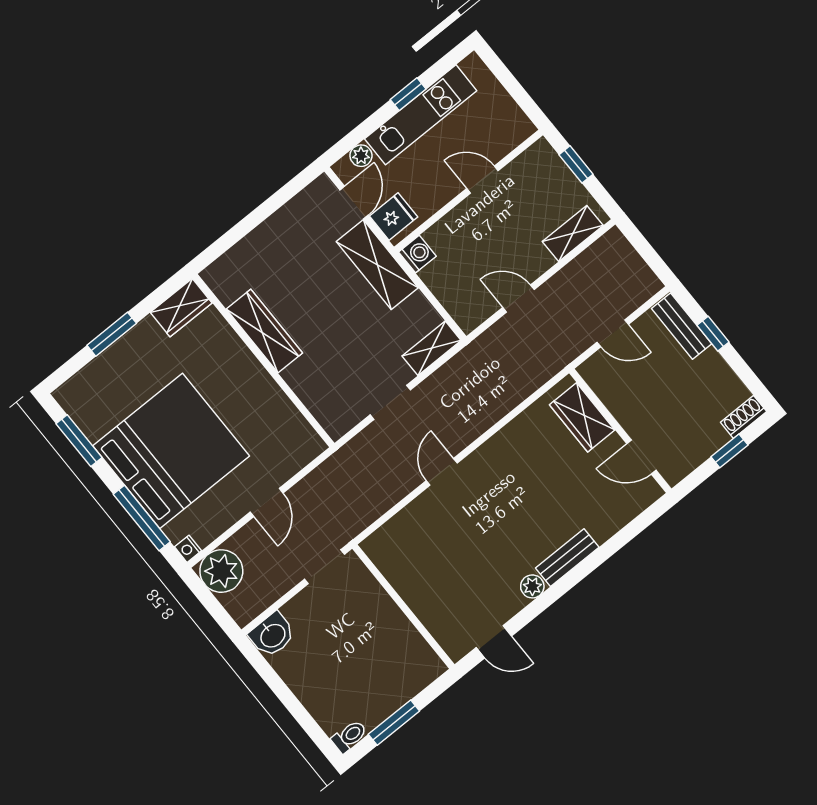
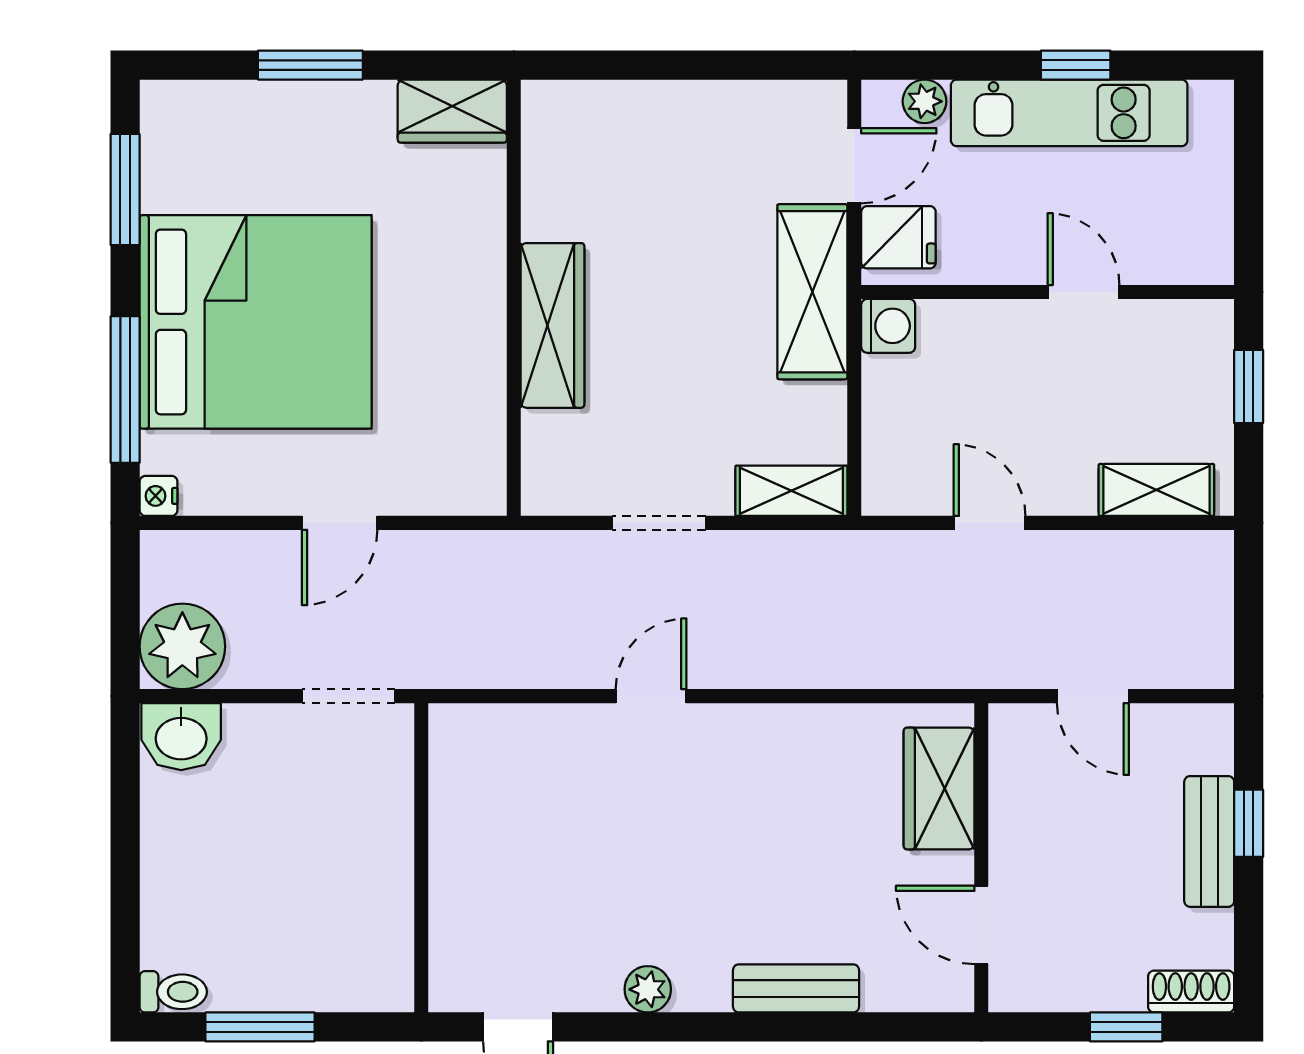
bench: (682, 326) -> (1209, 841), moved
wardrobe: (264, 331) -> (552, 325), moved
bench: (567, 558) -> (796, 988), moved
plant: (221, 571) -> (182, 646), moved

